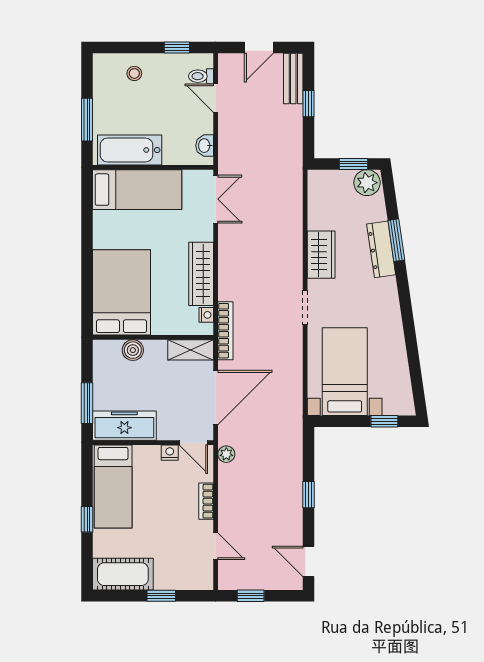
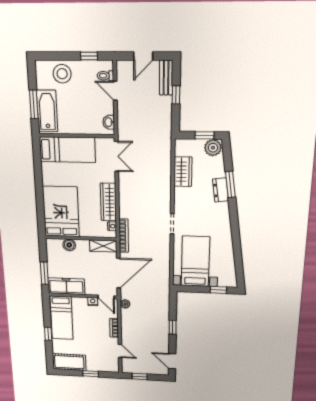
stool: (134, 73) -> (62, 74), width x1.89, depth x1.89
bathtub: (130, 150) -> (47, 111), moved, turned 90
dresser: (381, 249) -> (220, 190), width x0.70
wardrobe: (321, 255) -> (183, 172), moved

